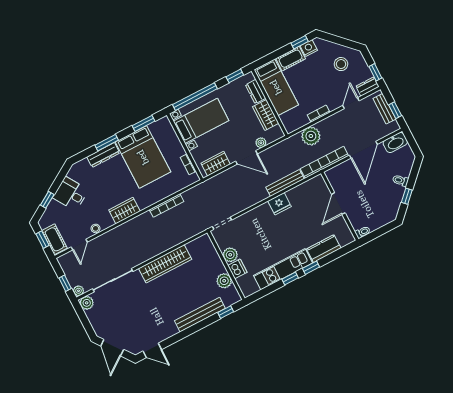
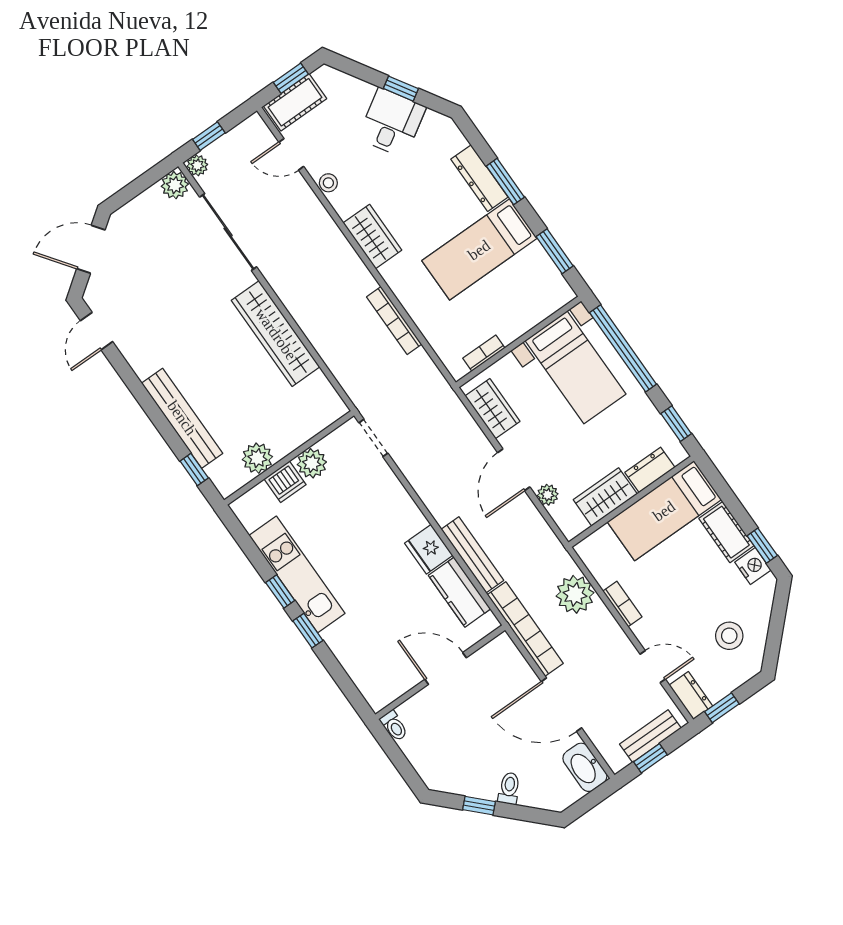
bed: (143, 157) -> (479, 250), width x0.67
window: (47, 200) -> (401, 89), moved
kitchen counter: (324, 249) -> (459, 592), moved, turned 180

